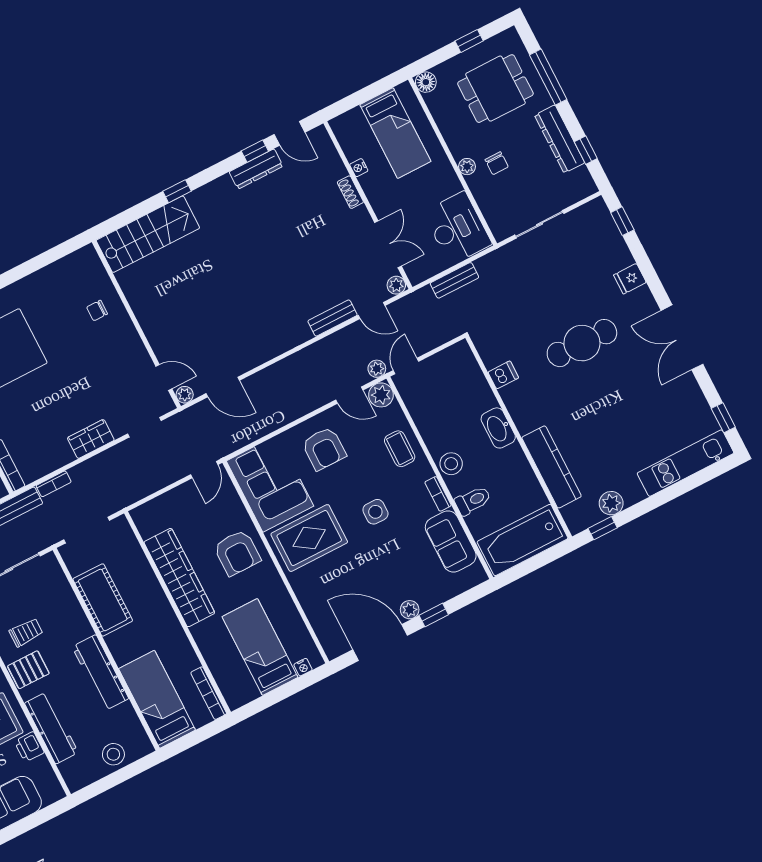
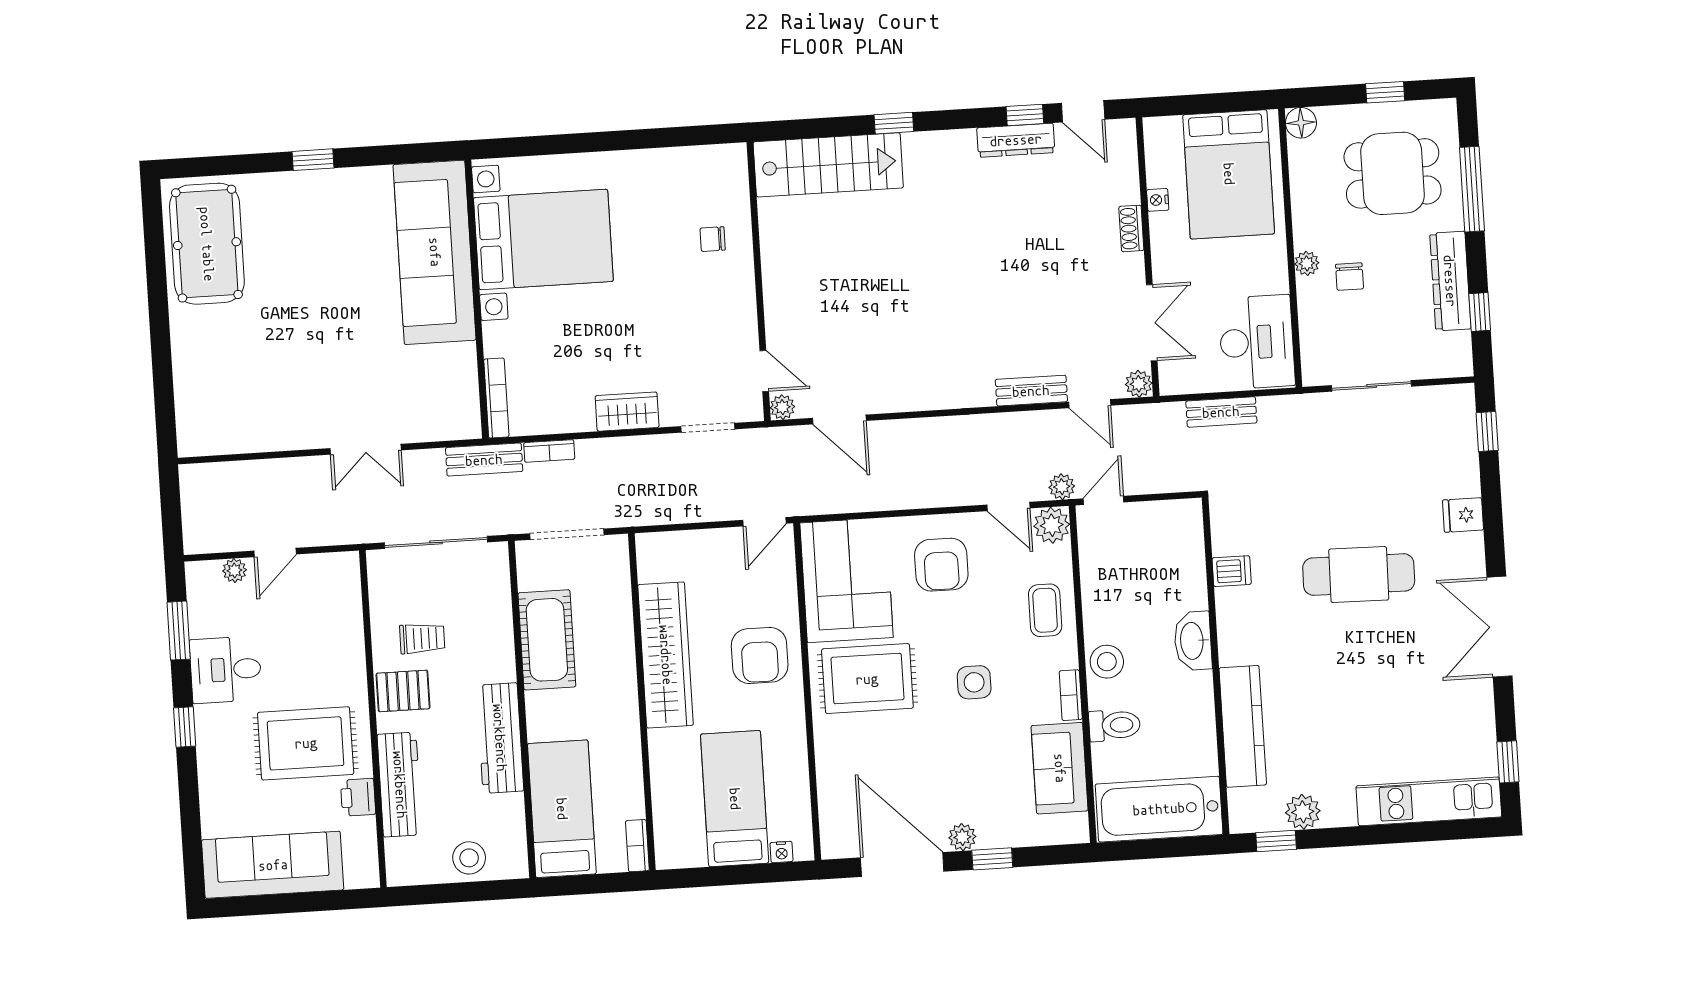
bed: (395, 133) -> (1229, 174), width x1.50
bookcase: (209, 693) -> (637, 846), width x0.64

